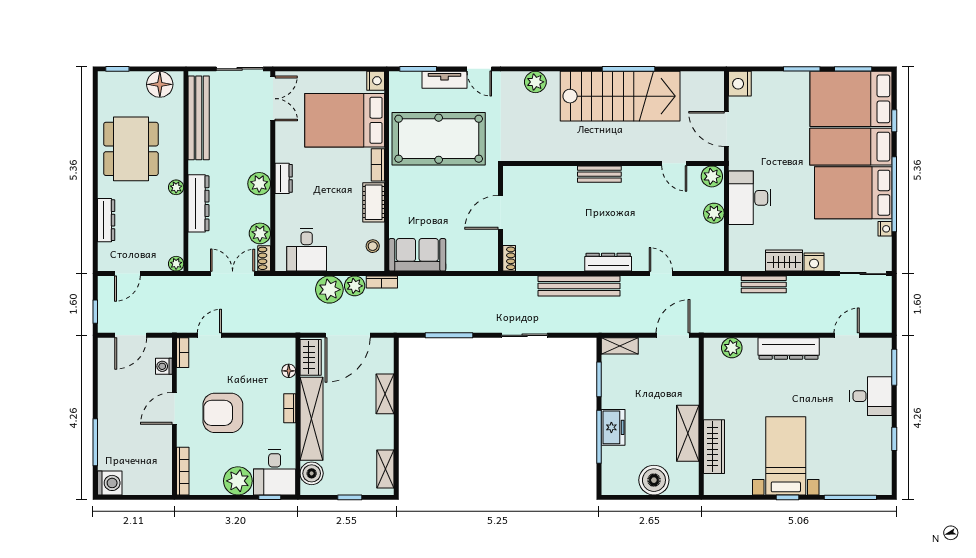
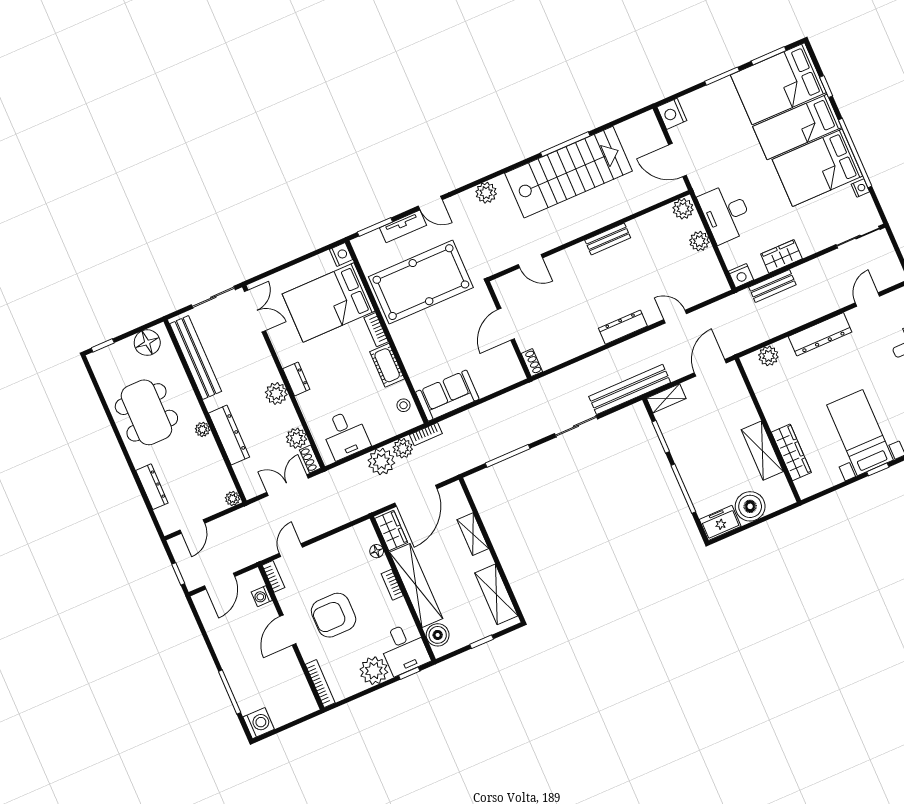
door: (674, 163) -> (530, 261), moved
bench: (599, 174) -> (608, 239), moved
nightstand: (814, 262) -> (741, 276), moved
bench: (579, 286) -> (630, 389), moved
freezer: (613, 427) -> (720, 523), moved, turned -90
shelving: (385, 469) -> (496, 594), width x1.50, depth x1.33

